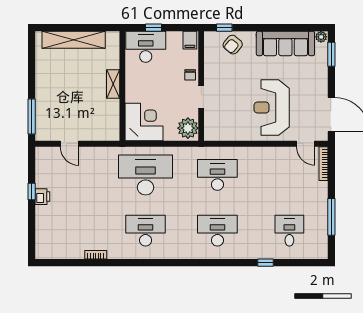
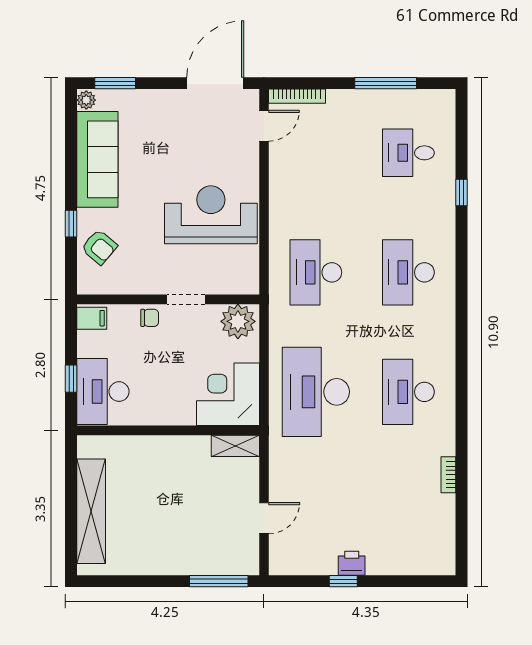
window: (224, 28) -> (71, 224), moved
shelving: (113, 84) -> (235, 446), moved
reception desk: (272, 108) -> (211, 215), moved, turned 180

